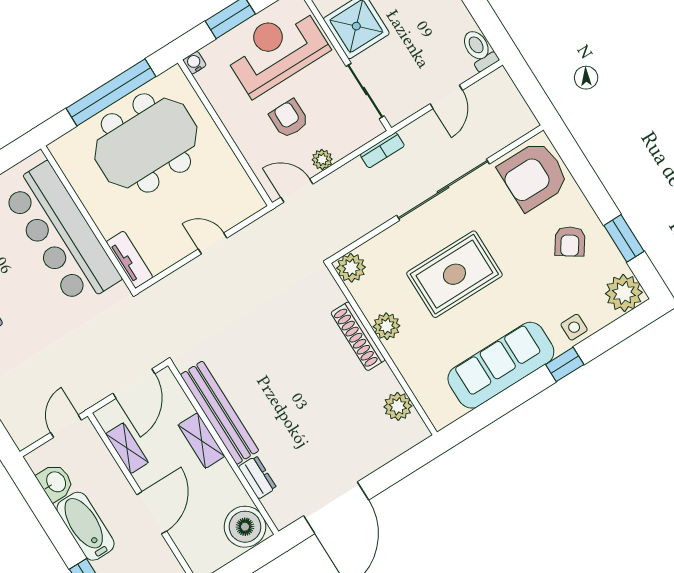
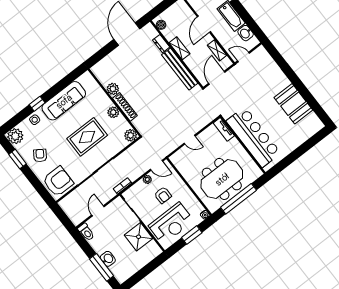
plant: (398, 406) -> (113, 89), moved
door: (66, 426) -> (243, 57), swing flipped
shelving: (201, 441) -> (180, 48), moved
boiler: (245, 527) -> (161, 25), width x0.54, depth x0.54

